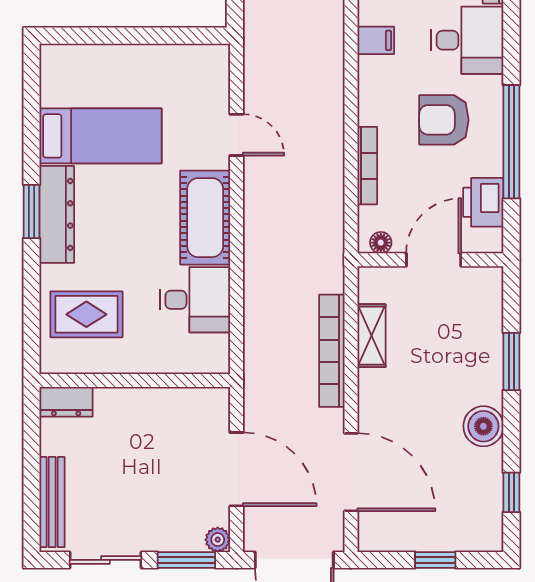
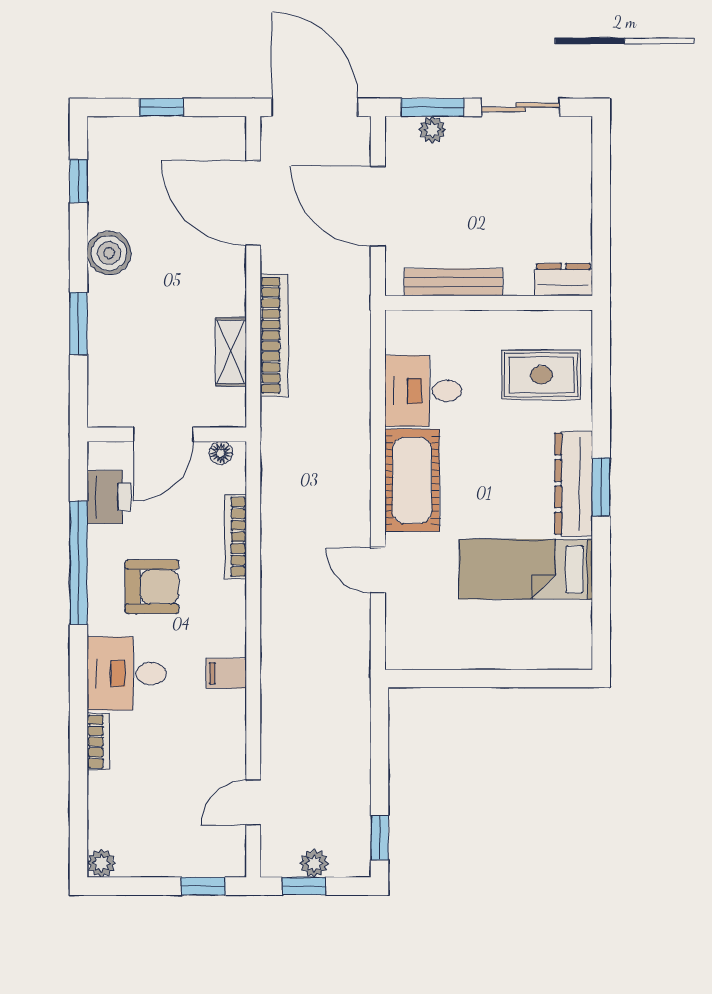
bench: (52, 502) -> (453, 282), moved, turned 90
plant: (218, 540) -> (432, 130), moved

